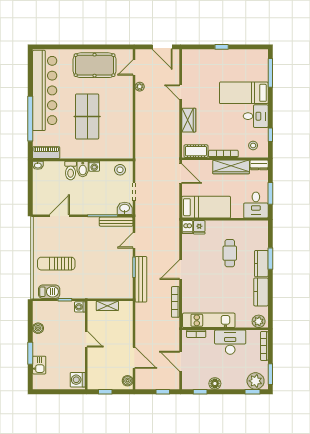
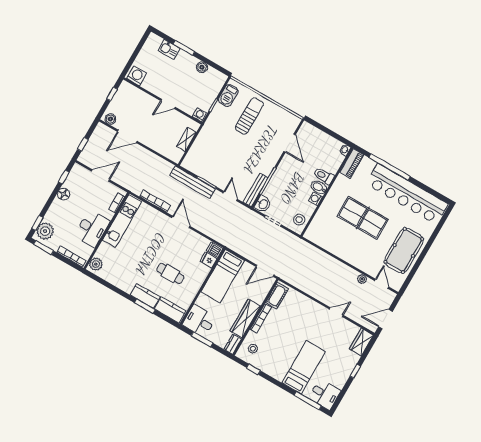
desk: (256, 116) -> (325, 394), moved, turned -90
wardrobe: (189, 120) -> (361, 342), moved, turned 90
kitchen counter: (261, 292) -> (170, 310), moved

